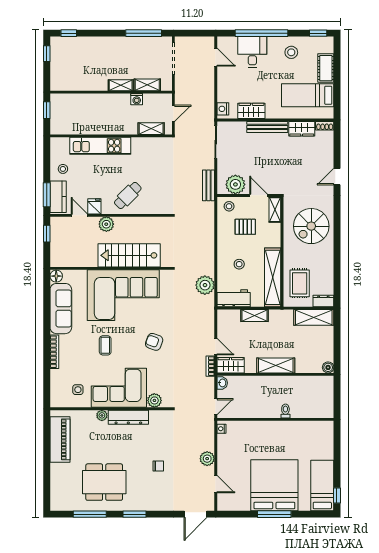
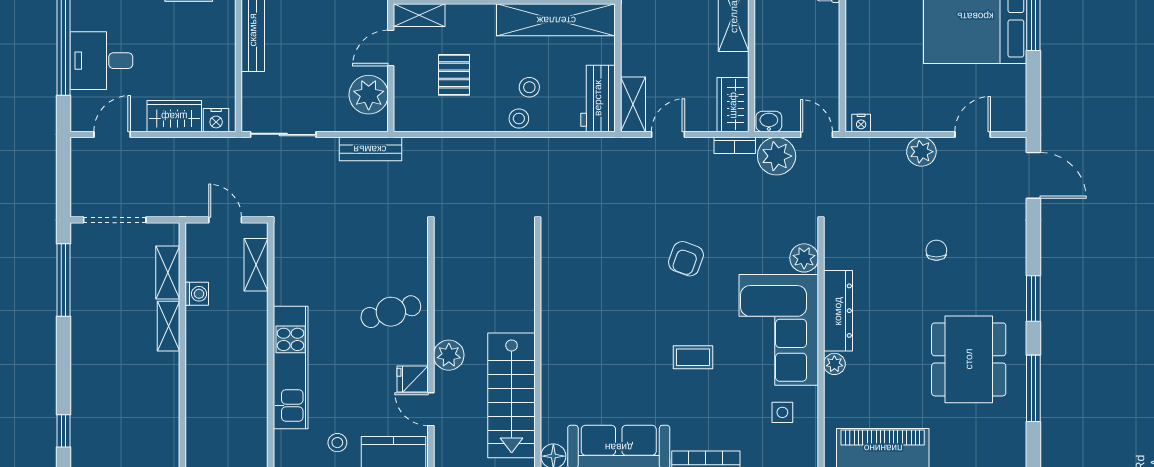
wardrobe: (251, 111) -> (174, 116), moved, turned 90
cafe table: (128, 195) -> (391, 312), turned -61
stool: (229, 206) -> (519, 119), moved
door: (79, 215) -> (431, 409), hinge flipped
stairs: (129, 255) -> (512, 395), moved
plant: (205, 285) -> (777, 156), moved
corner sofa: (123, 295) -> (592, 321), removed
shelving: (255, 316) -> (633, 104), moved
door: (216, 347) -> (668, 134), moved

